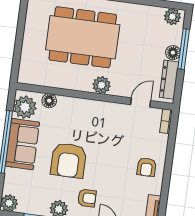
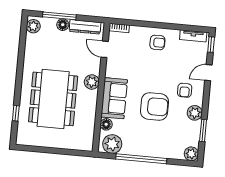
sofa: (22, 144) -> (114, 98), moved, turned 90
armchair: (87, 198) -> (185, 90), turned 180

